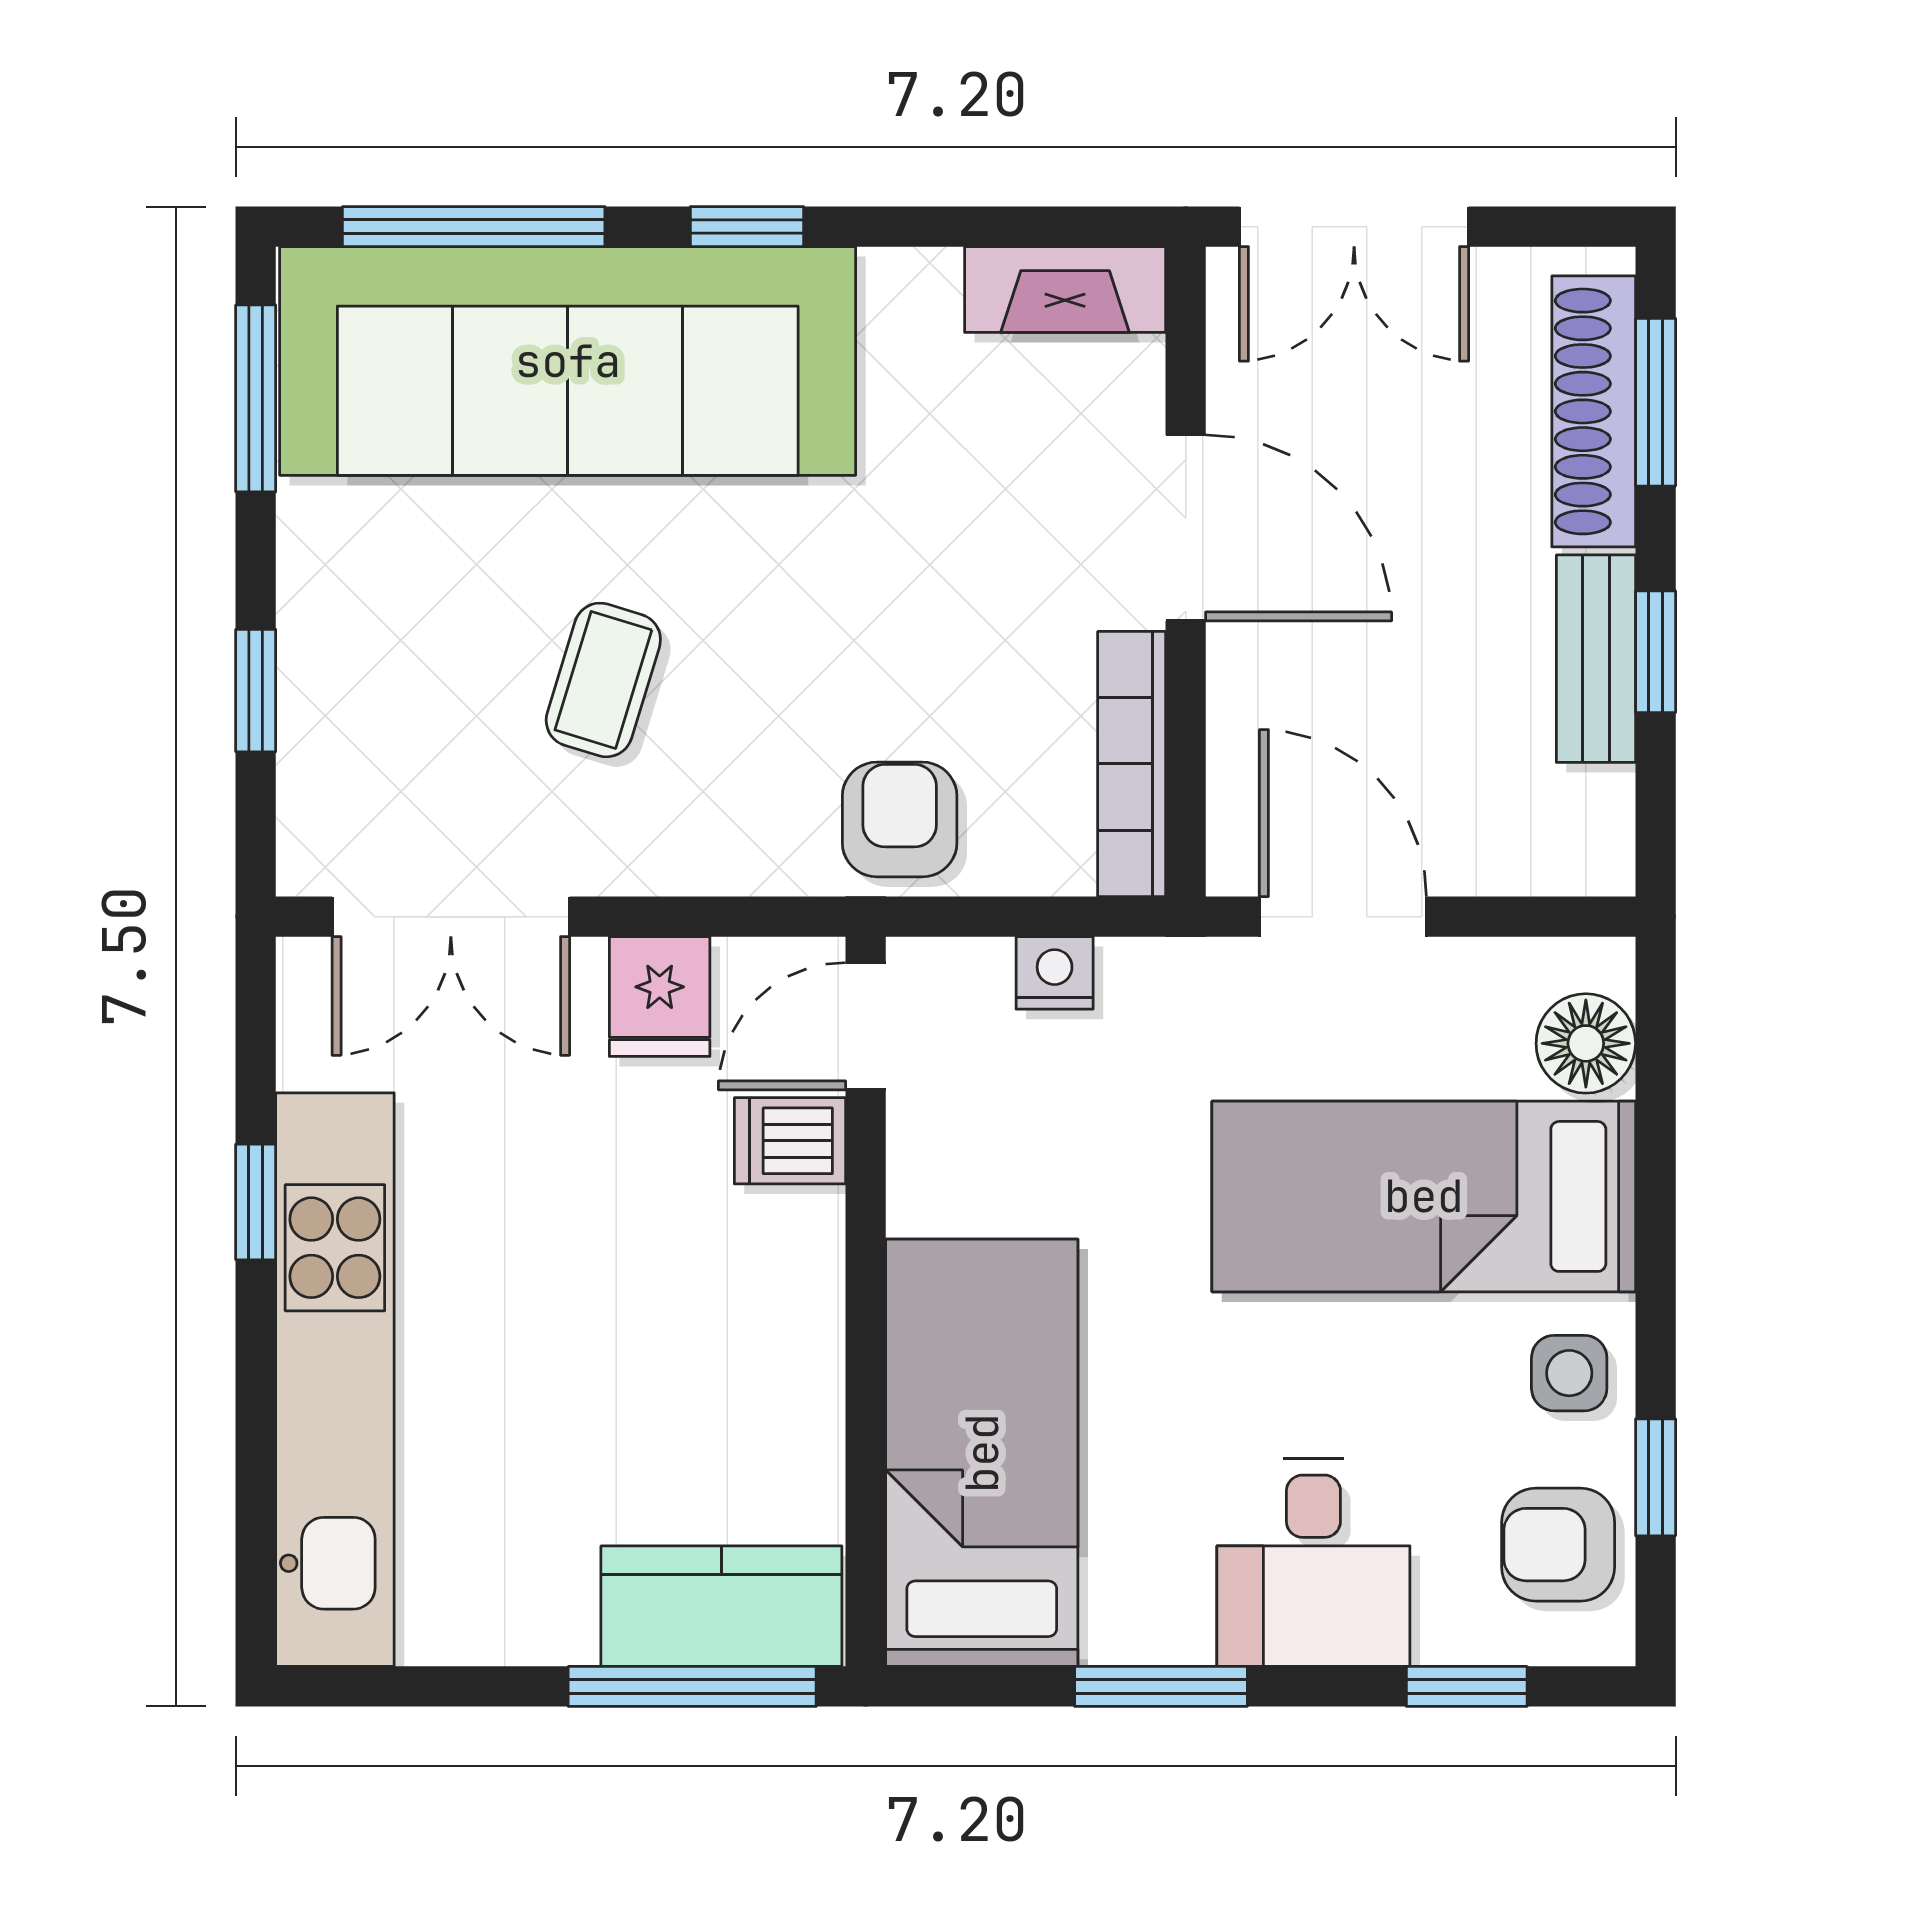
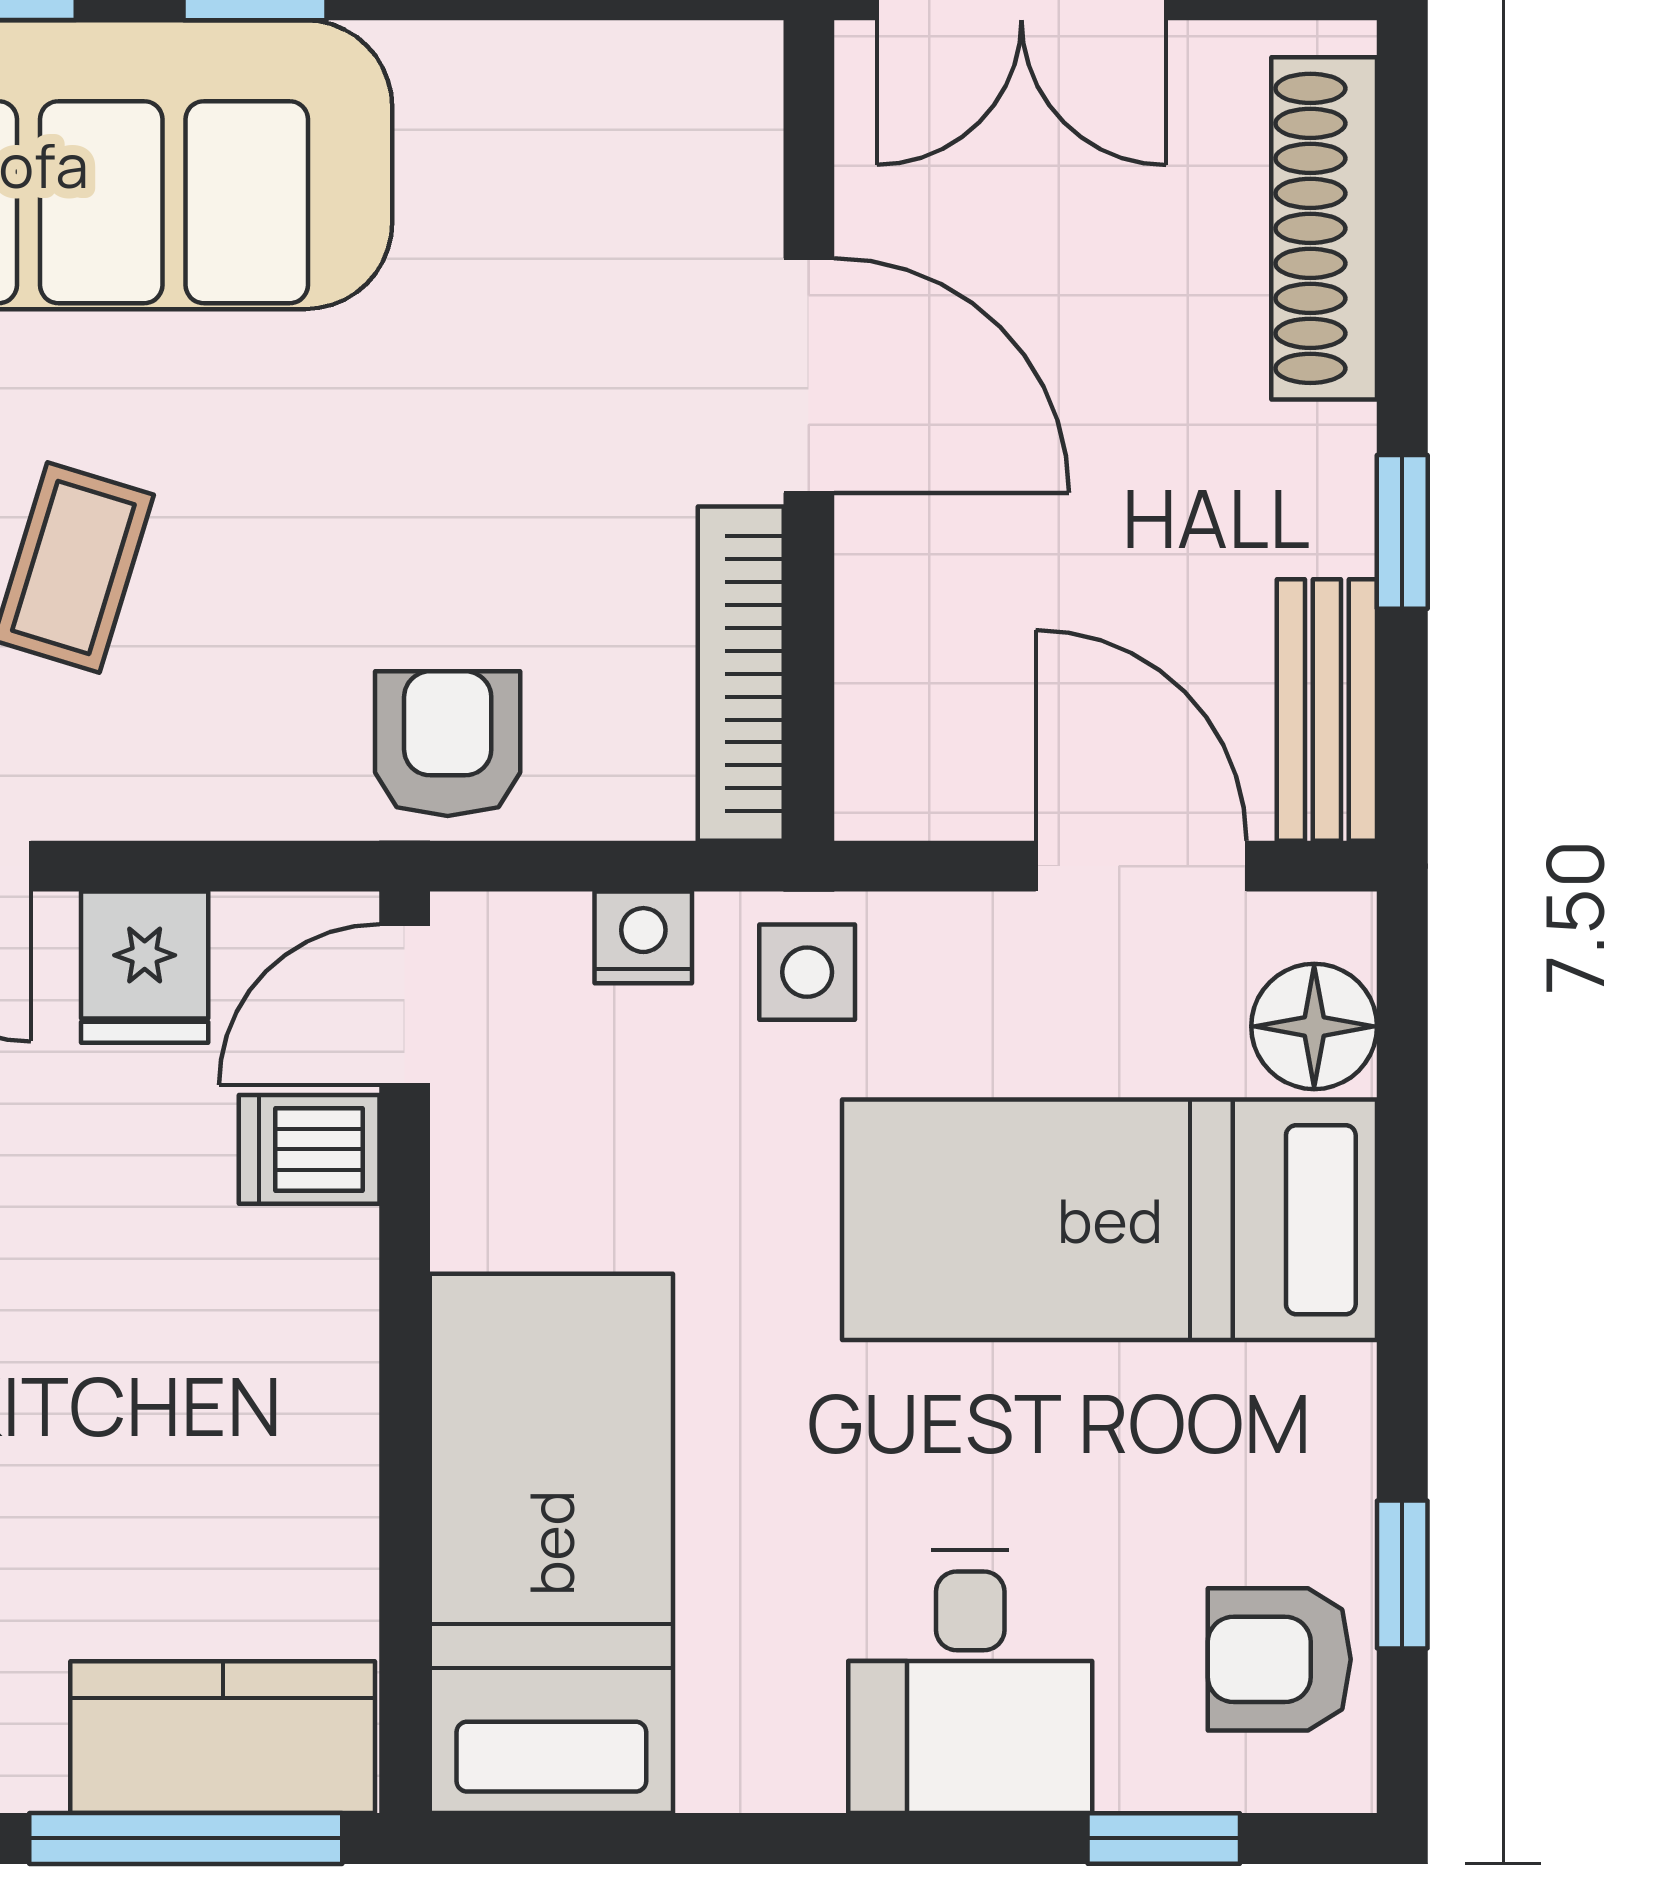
fireplace: (1065, 290) -> (657, 74), removed
window: (1656, 402) -> (1402, 217), removed
bench: (1596, 659) -> (1327, 710), moved
door: (1343, 917) -> (1141, 866), moved
side table: (1569, 1373) -> (807, 972), moved
window: (1161, 1686) -> (778, 1838), removed

